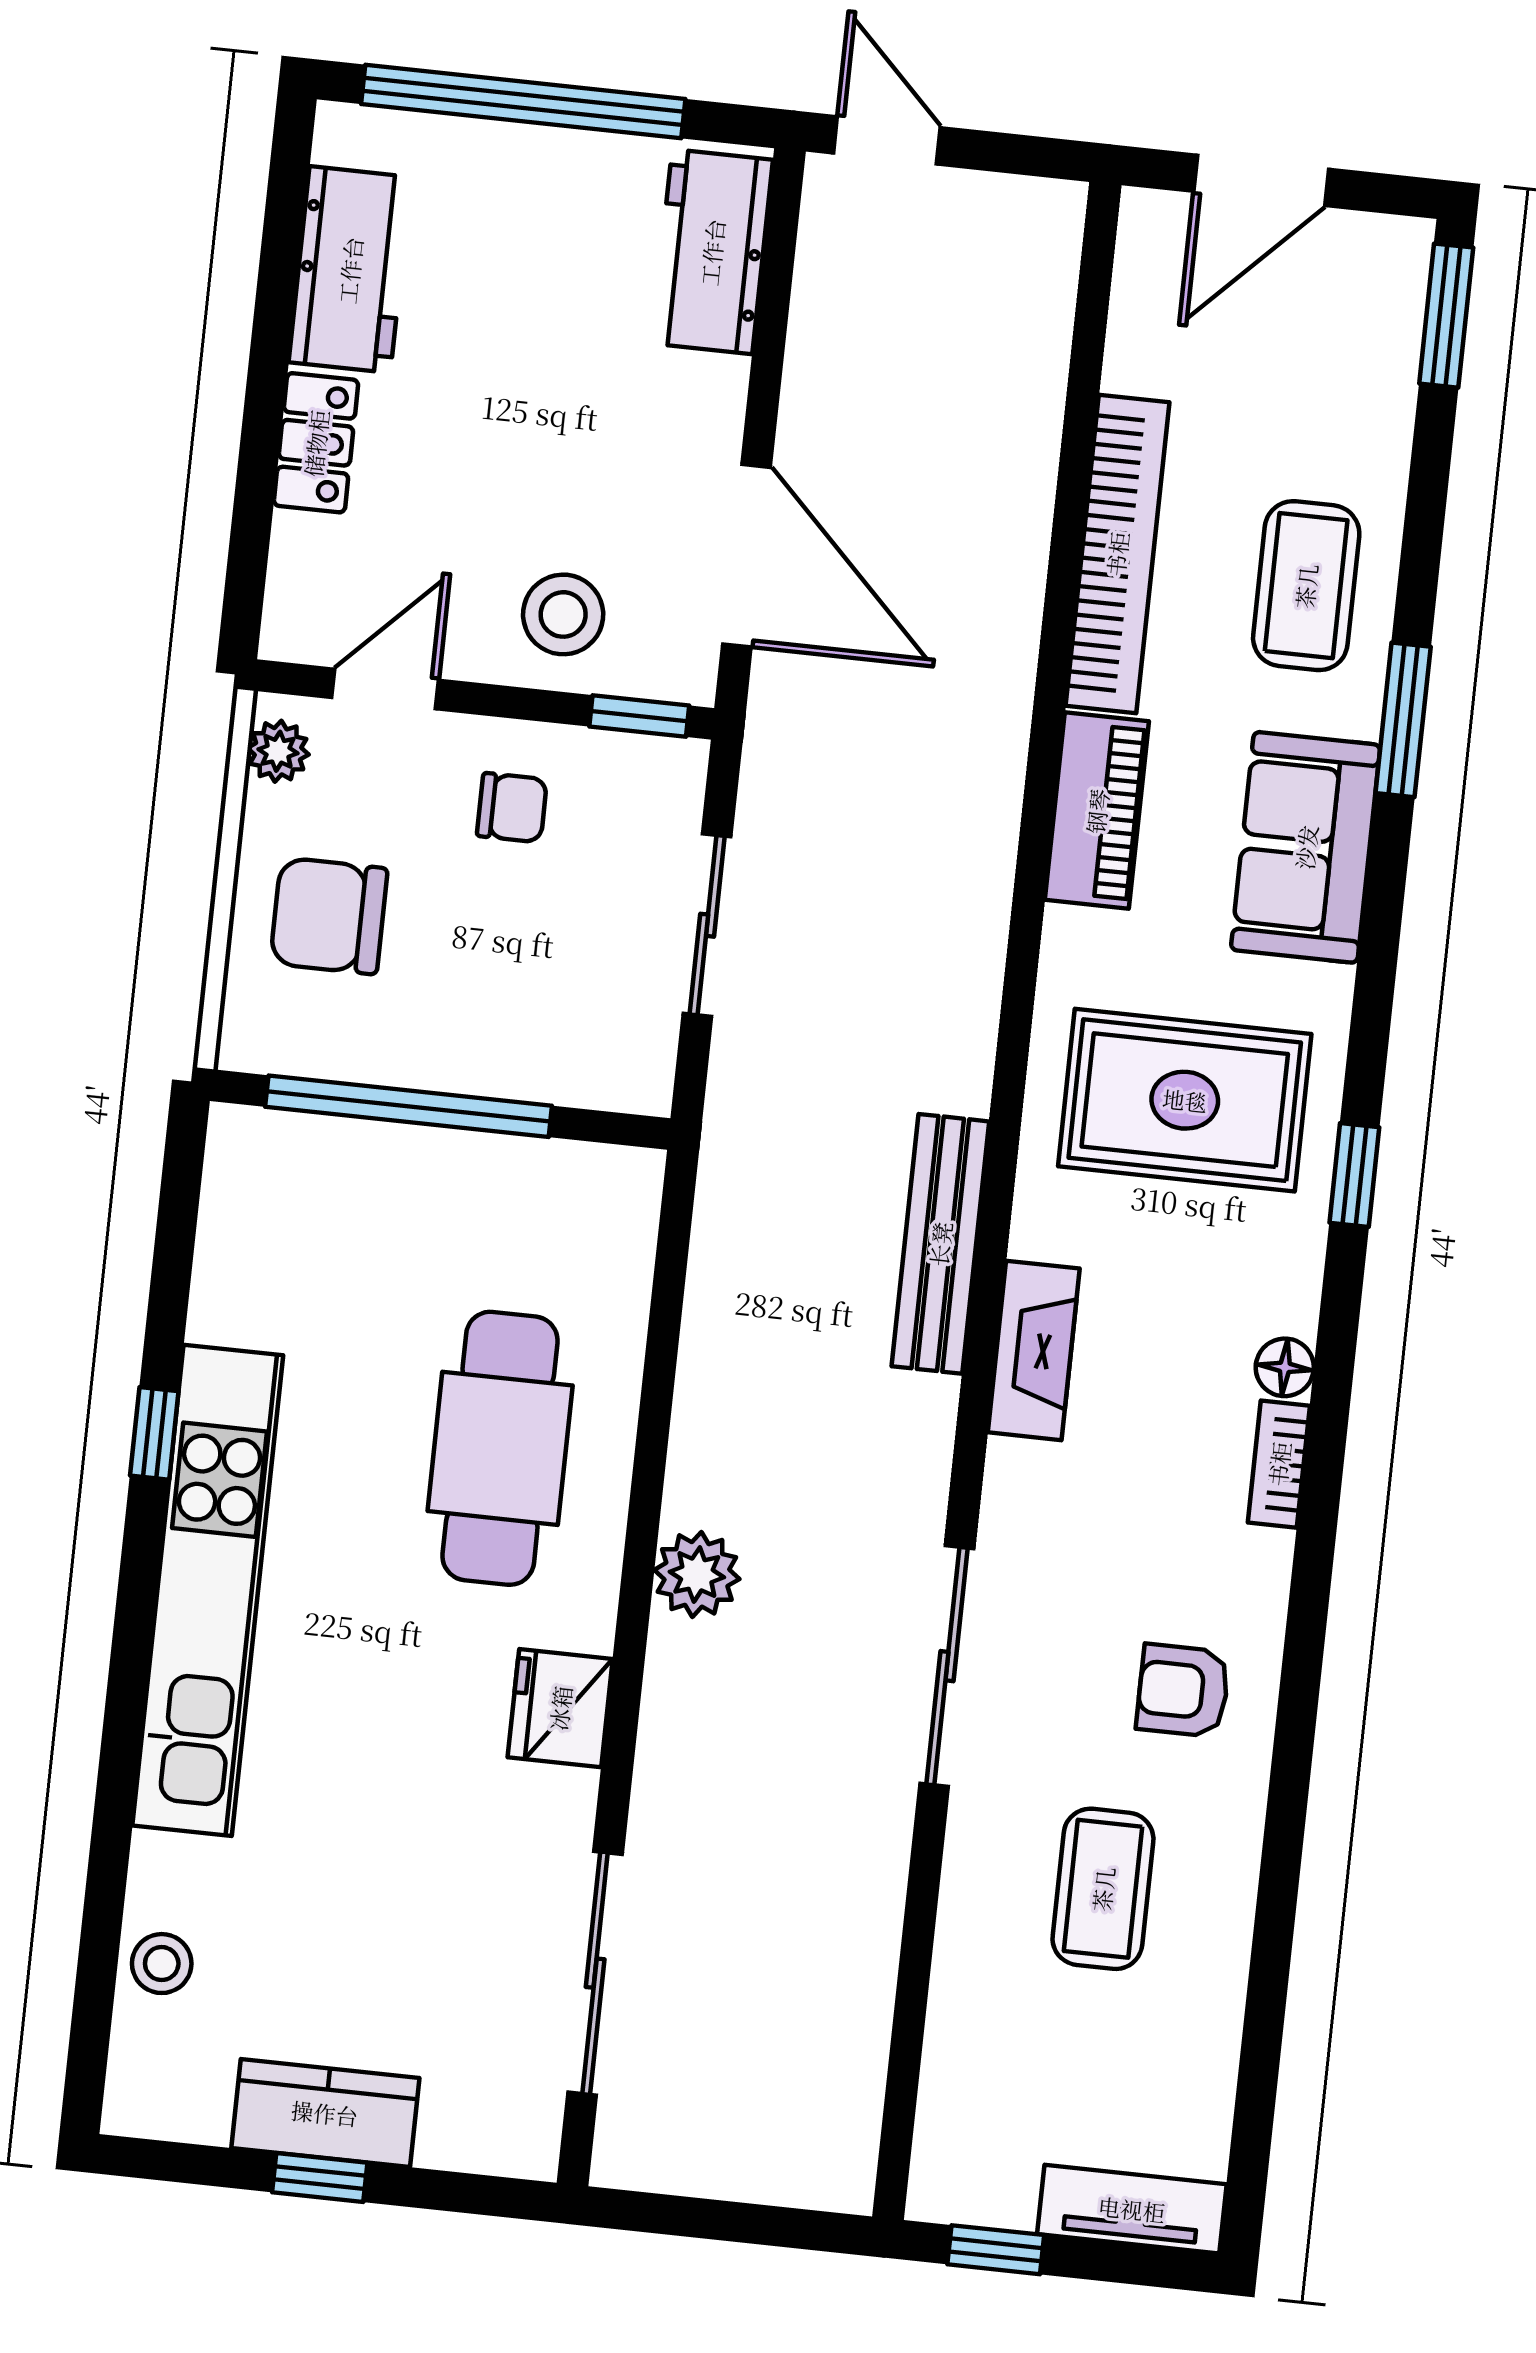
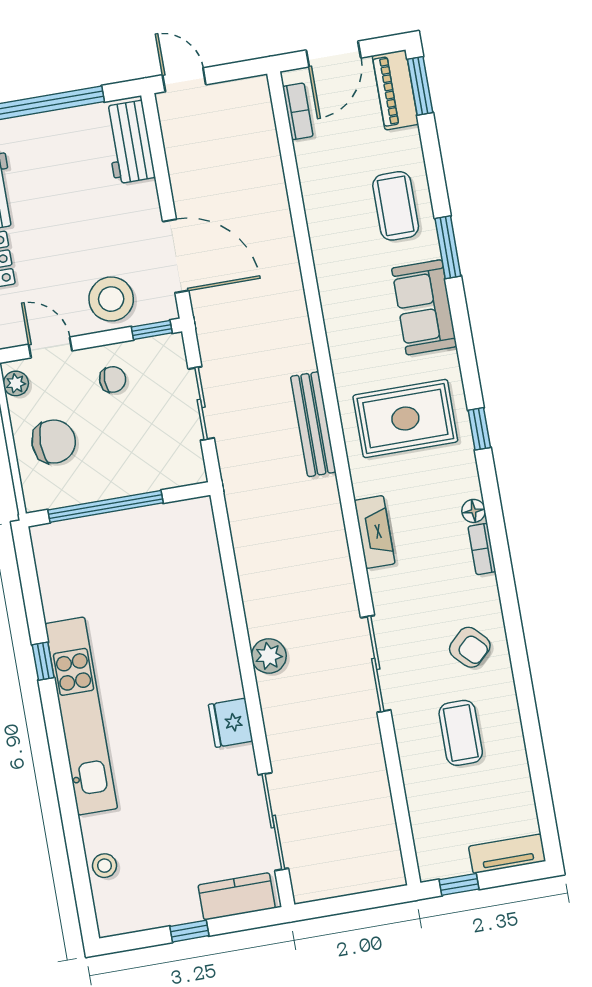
bookcase: (1117, 554) -> (298, 111), moved, width x0.43, depth x0.76
stool: (563, 614) -> (111, 299), width x1.38, depth x1.38
door: (385, 689) -> (50, 347), hinge flipped
piano: (1097, 811) -> (395, 90), moved, turned 180
chair: (329, 916) -> (54, 442), turned 180
bench: (940, 1244) -> (313, 424), moved
cafe table: (500, 1448) -> (179, 629), removed
armchair: (1183, 1691) -> (470, 647), turned -134
kitchen counter: (325, 2113) -> (237, 896), moved

